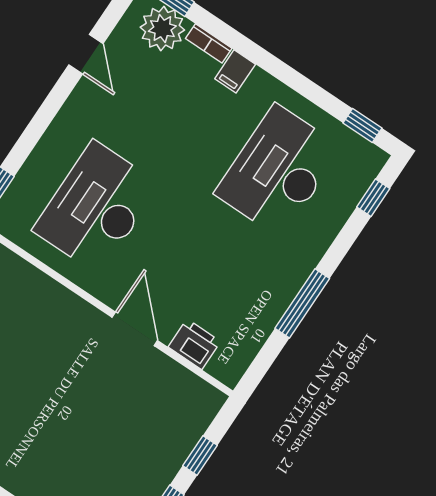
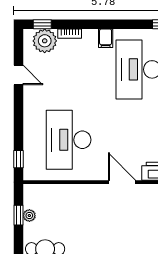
filing cabinet: (235, 71) -> (106, 38), moved

